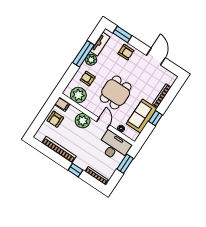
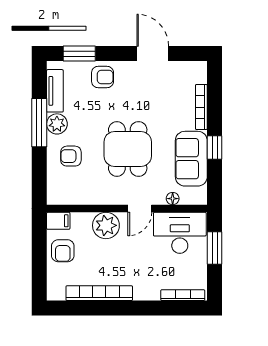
plant: (78, 95) -> (73, 191), removed
door: (103, 123) -> (140, 208), swing flipped
window: (75, 170) -> (145, 308), removed

